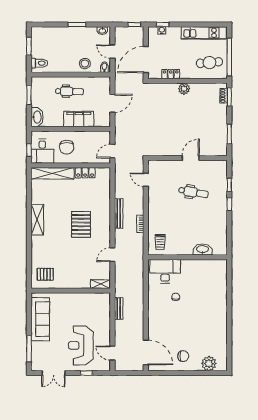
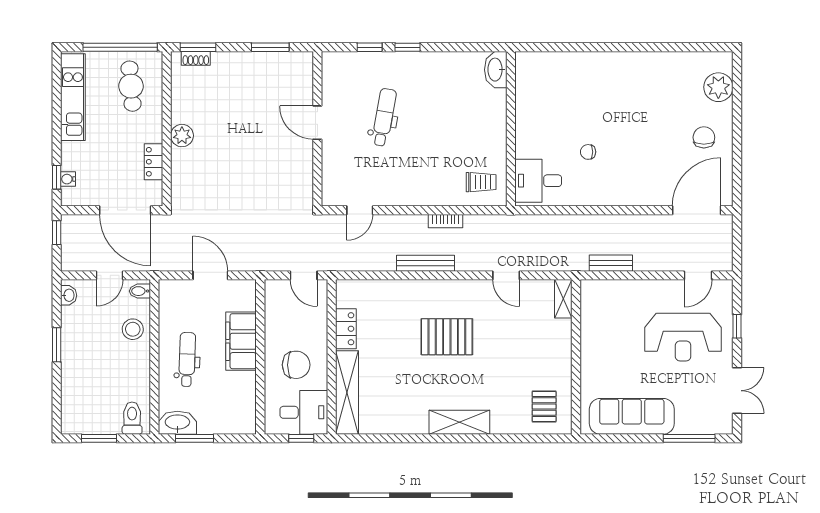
washbasin: (37, 117) -> (177, 423), moved
shelving: (37, 220) -> (459, 422), moved
washbasin: (203, 249) -> (496, 70), moved
desk: (165, 271) -> (538, 181), width x0.73

